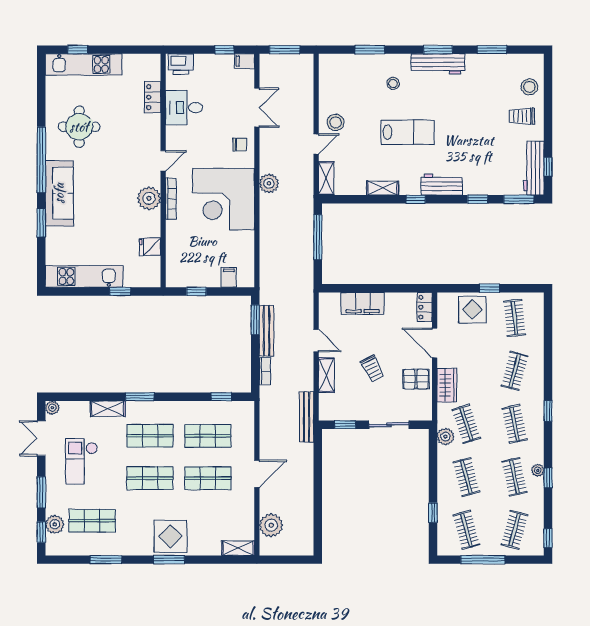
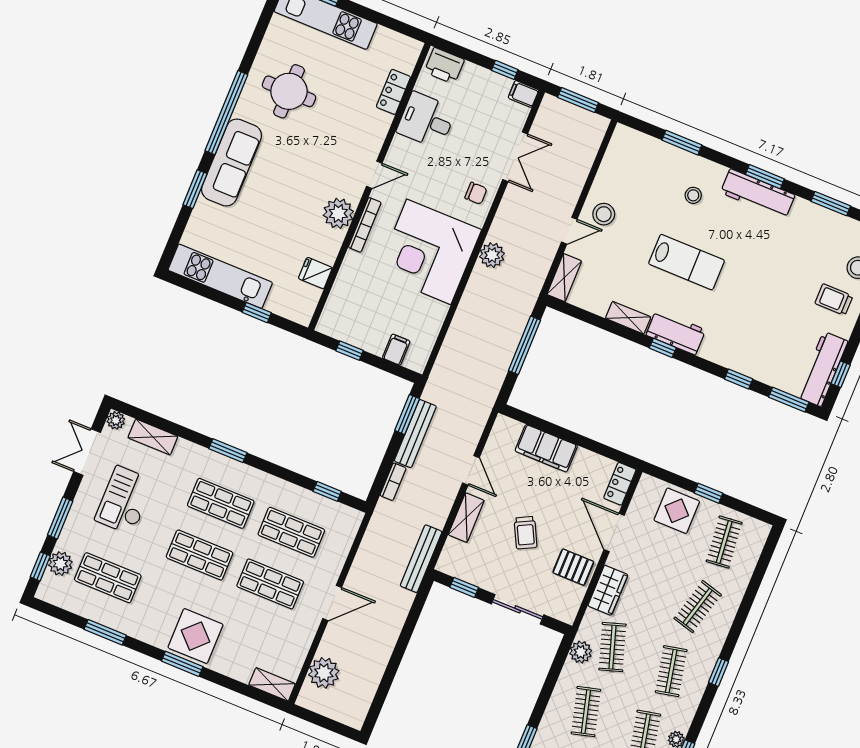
workbench: (442, 185) -> (676, 332), moved
shelving: (108, 409) -> (153, 437), moved

